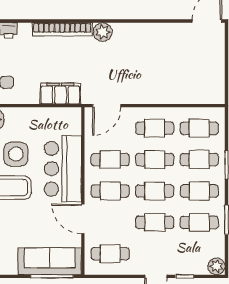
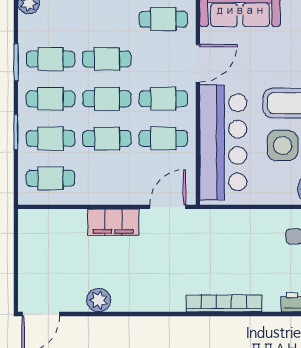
plant: (103, 32) -> (99, 300), moved
filing cabinet: (60, 94) -> (113, 222), moved
cafe table: (155, 128) -> (107, 178), removed
bar counter: (63, 169) -> (223, 142), width x1.36
door: (83, 219) -> (198, 63), hinge flipped

